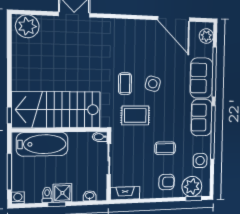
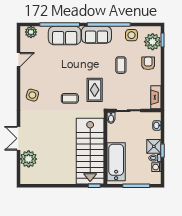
door: (174, 19) -> (18, 60), width x0.53
plant: (27, 26) -> (29, 159), moved
side table: (153, 84) -> (32, 95), moved
washing machine: (18, 198) -> (156, 167), moved

